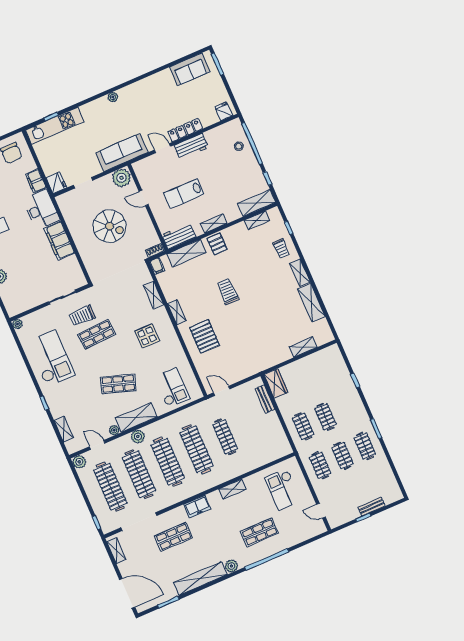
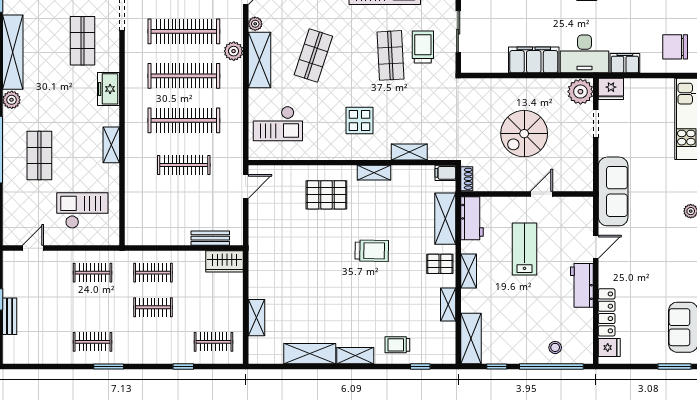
locker: (185, 130) -> (607, 312), moved
plant: (121, 178) -> (580, 92), moved
shelving: (257, 220) -> (448, 305), moved
clothes rail: (342, 456) -> (214, 342), moved

